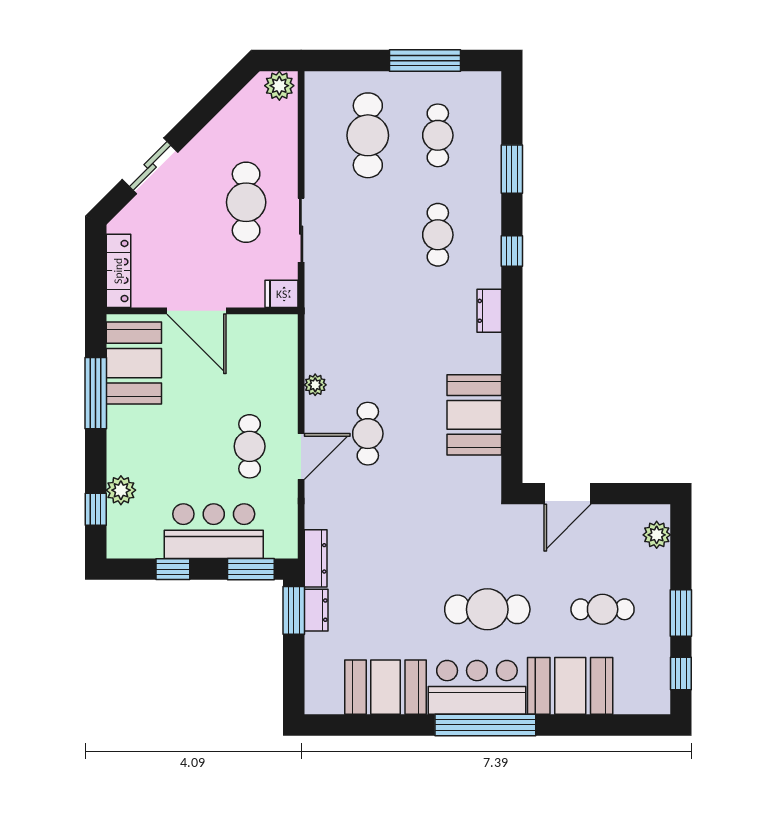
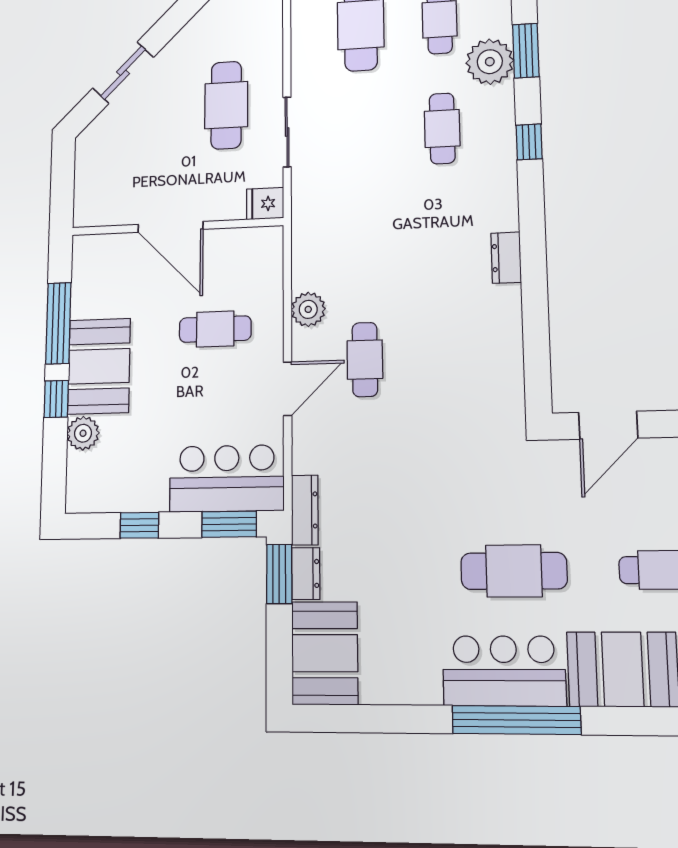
plant: (481, 177) -> (490, 62), added
locker: (118, 271) -> (87, 187), removed
dresser: (489, 311) -> (506, 258), moved
booth: (134, 363) -> (99, 366), moved
plant: (315, 385) -> (308, 309), width x1.38, depth x1.38
booth: (474, 415) -> (491, 333), removed
cafe table: (250, 446) -> (215, 329), moved, turned 90
window: (96, 509) -> (56, 399), moved
bar counter: (214, 531) -> (227, 478), moved
booth: (386, 687) -> (325, 653), moved, turned 90

